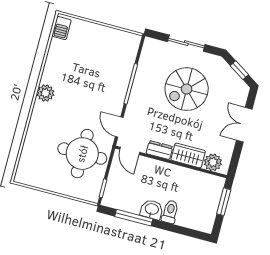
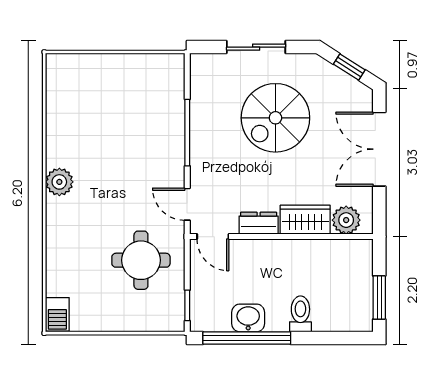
barbecue: (61, 28) -> (57, 314), moved
double door: (244, 125) -> (379, 149), width x1.37
round table: (82, 154) -> (141, 260), width x0.73, depth x0.73
window: (224, 202) -> (379, 297), moved
washbasin: (152, 209) -> (248, 318), moved
window: (134, 218) -> (247, 338), width x1.46

